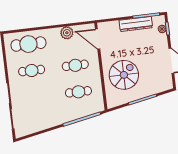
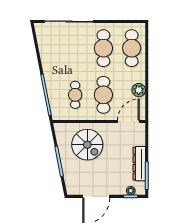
cafe table: (75, 65) -> (103, 95), width x1.37, depth x1.35
cafe table: (32, 71) -> (103, 48), width x1.37, depth x1.35

